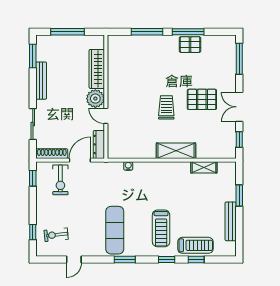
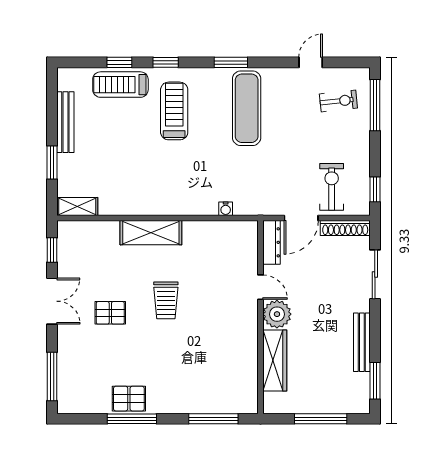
window: (147, 32) -> (213, 419), moved
pallet: (202, 99) -> (110, 313), width x0.67, depth x0.71
shelving: (204, 167) -> (77, 206), moved
window: (33, 232) -> (375, 105), width x2.17

